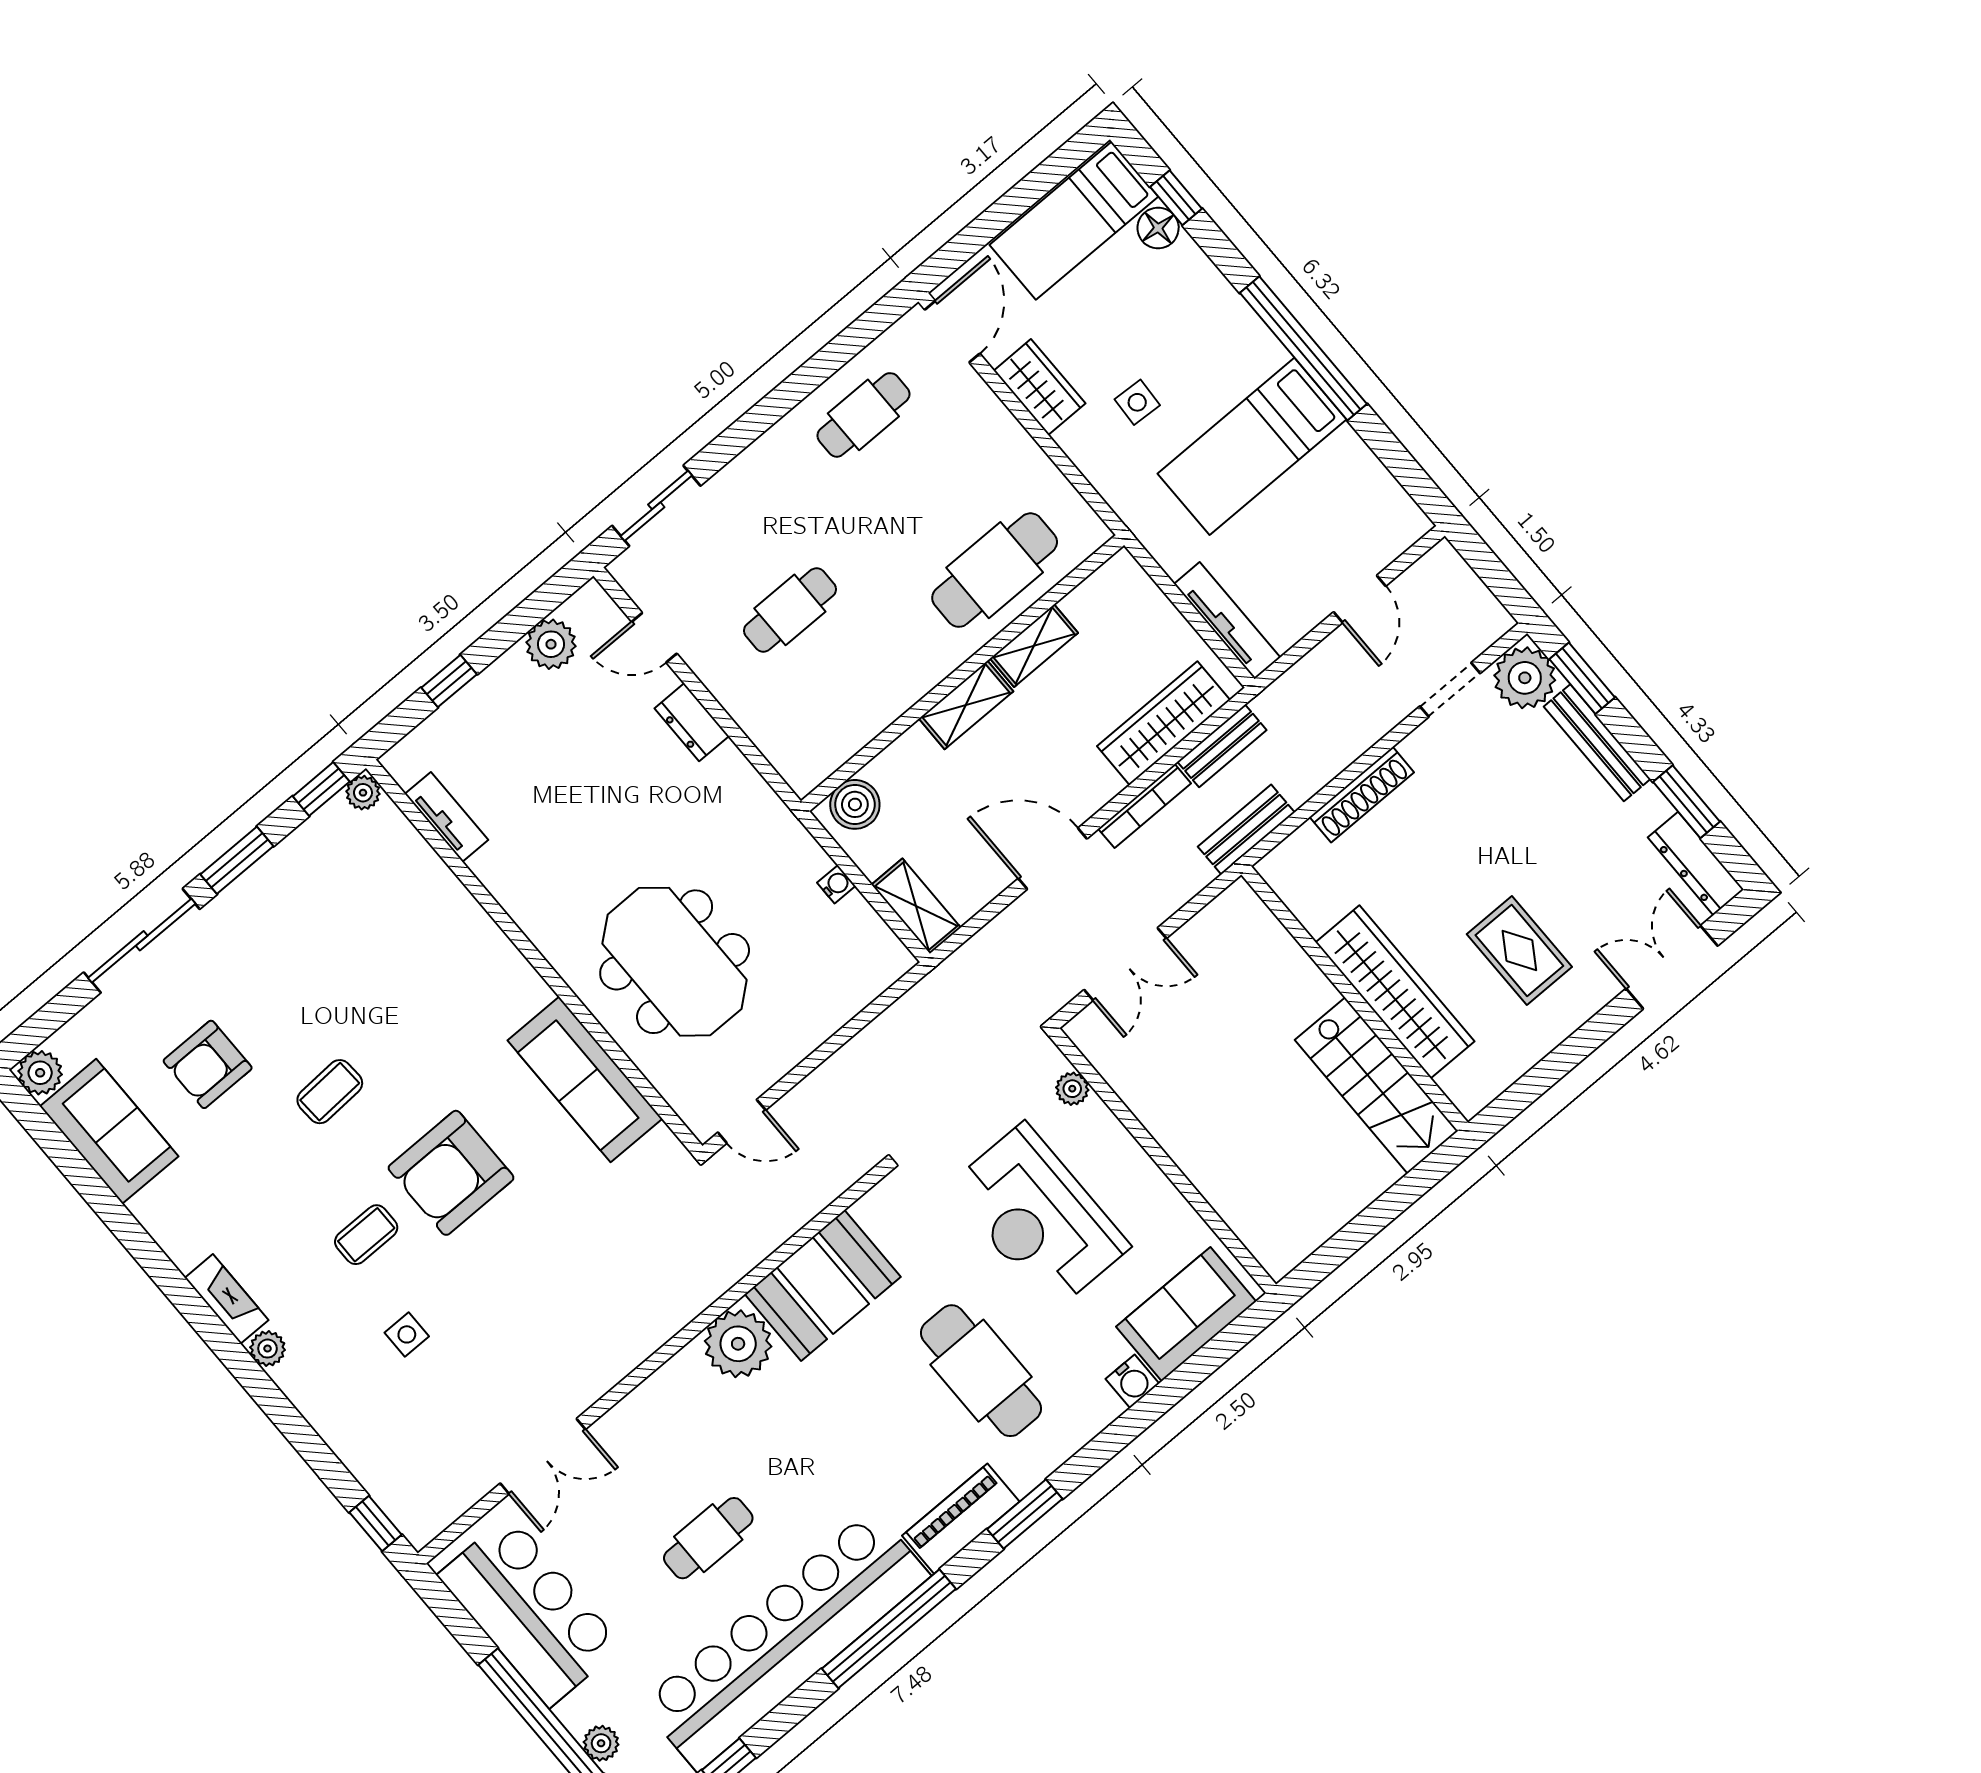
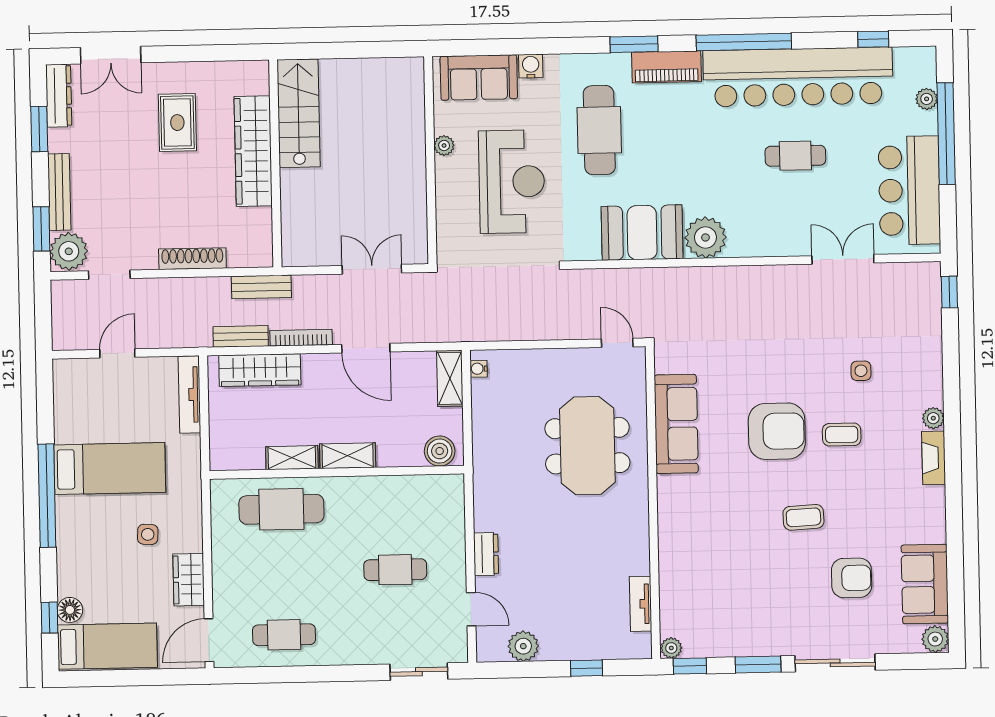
water cooler: (836, 884) -> (479, 369), moved
plant: (1072, 1089) -> (444, 145), moved

